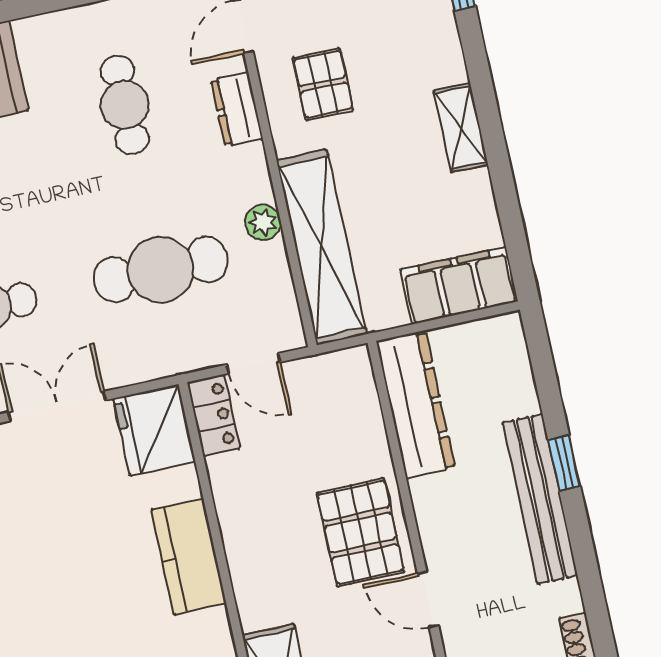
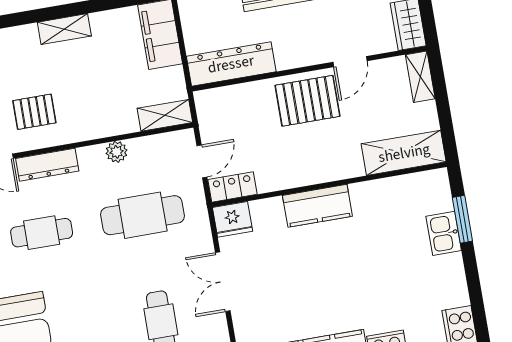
dresser: (237, 109) -> (47, 165), width x1.44
shelving: (322, 247) -> (165, 115), width x0.45, depth x0.75
cafe table: (161, 270) -> (143, 215), turned 90
fridge: (154, 430) -> (233, 219), width x0.73, depth x0.75

